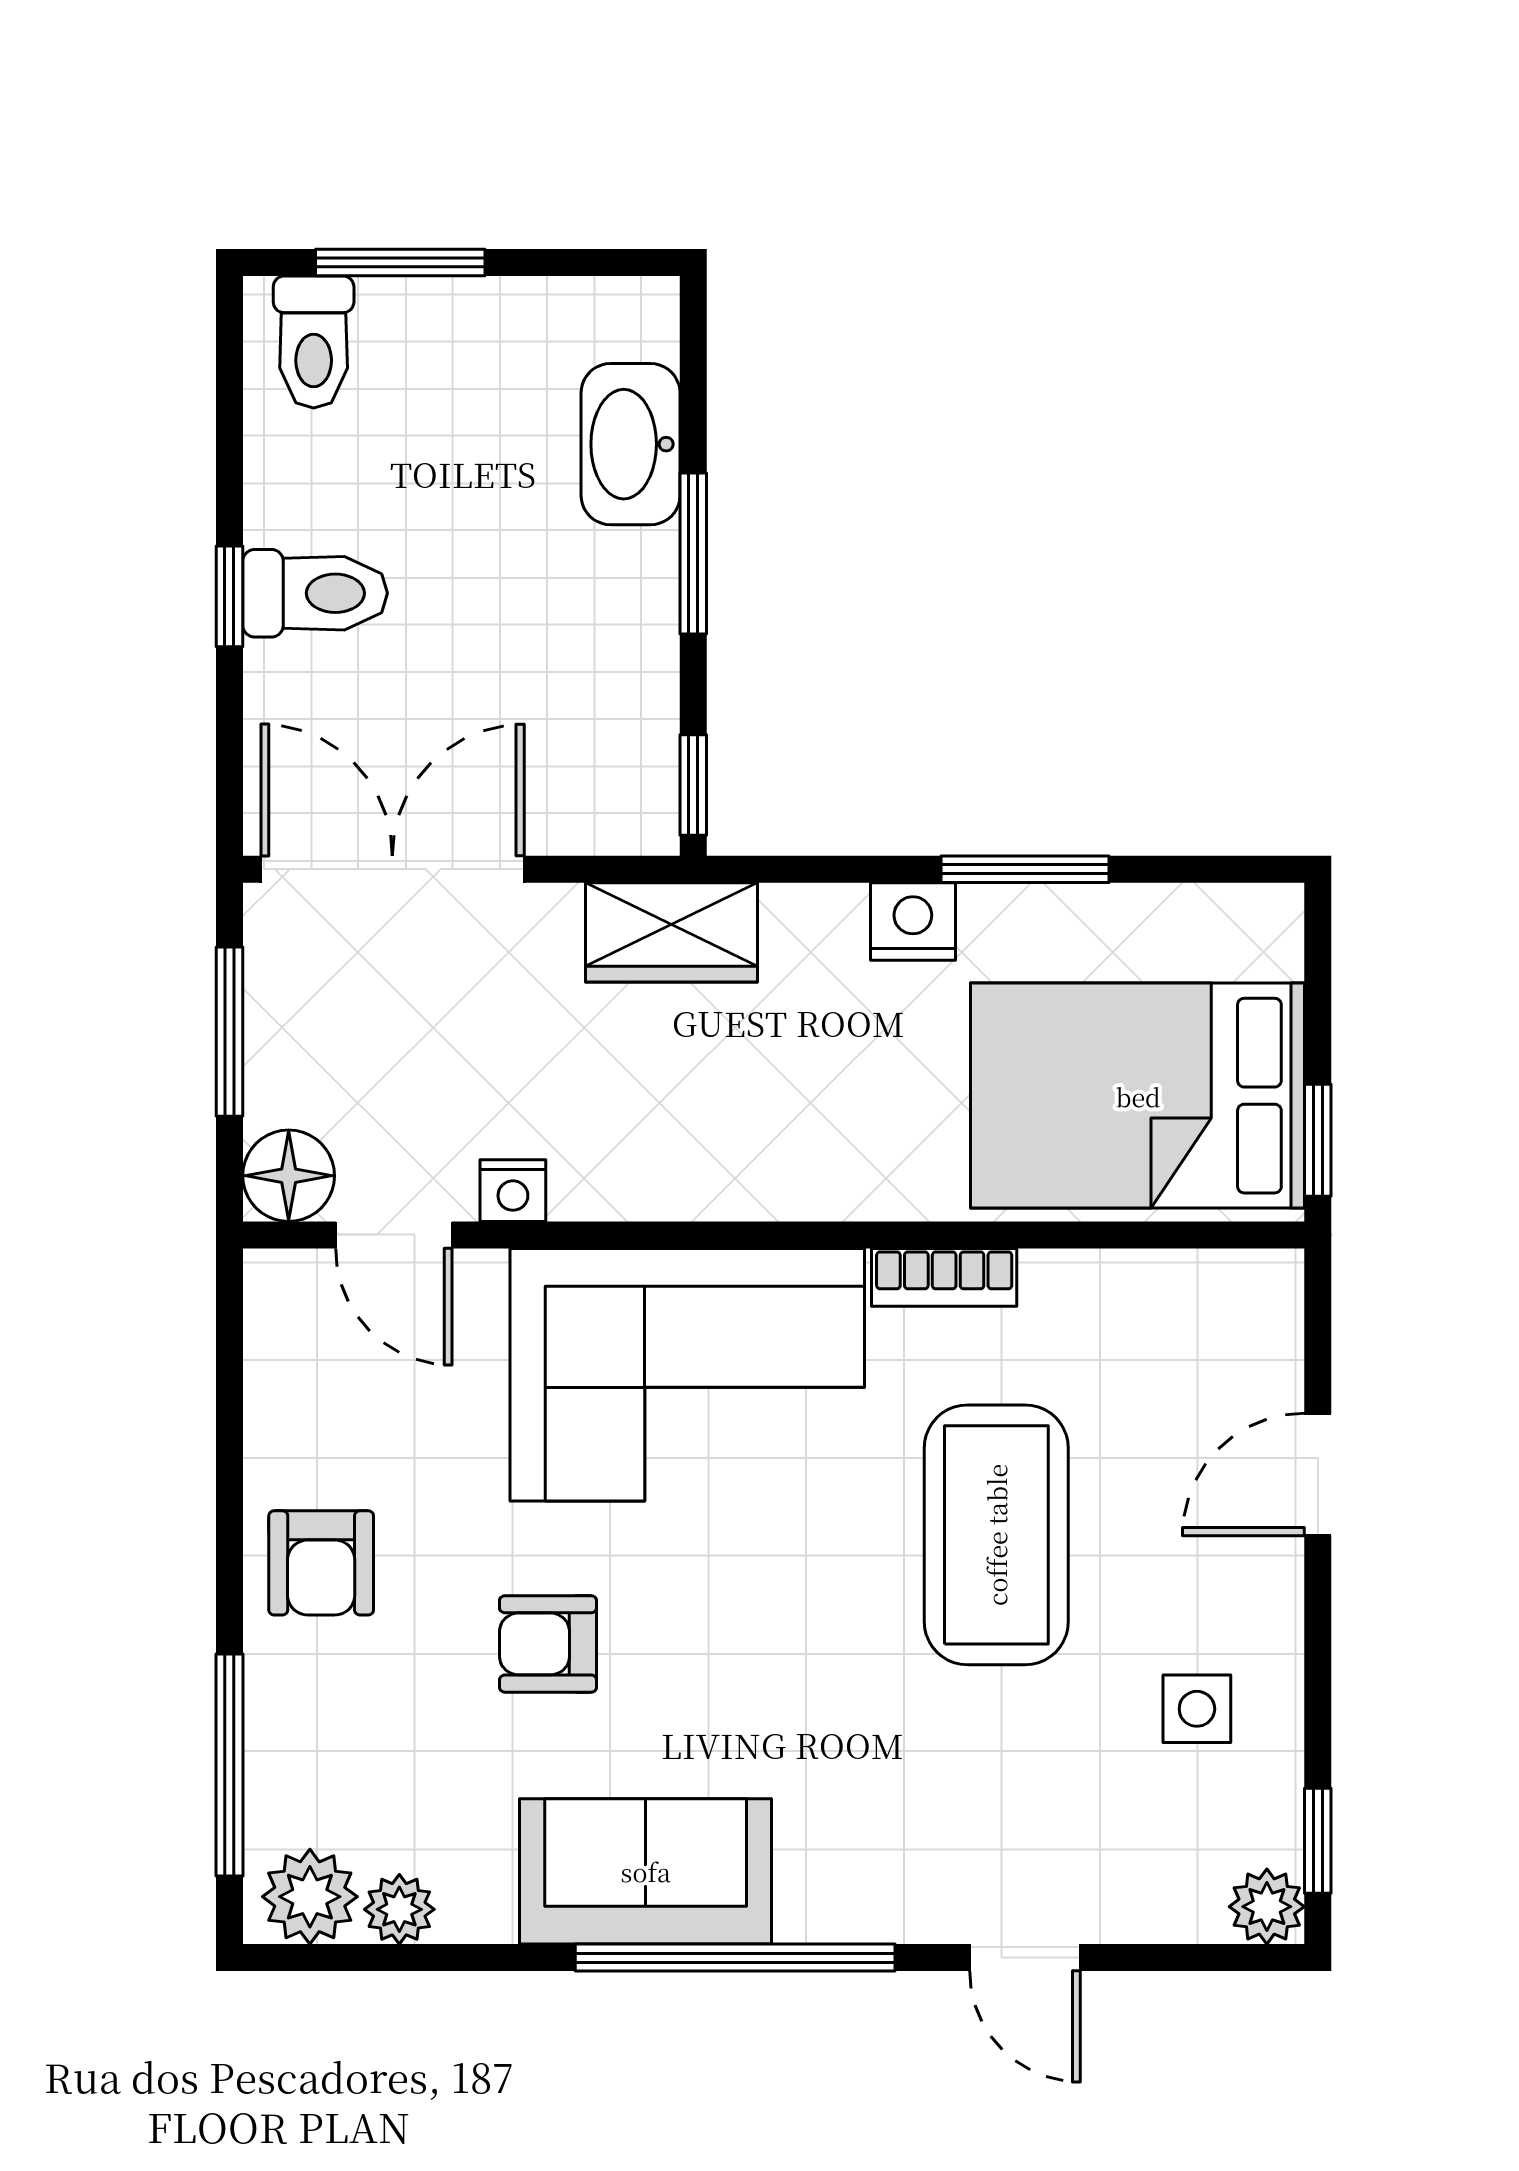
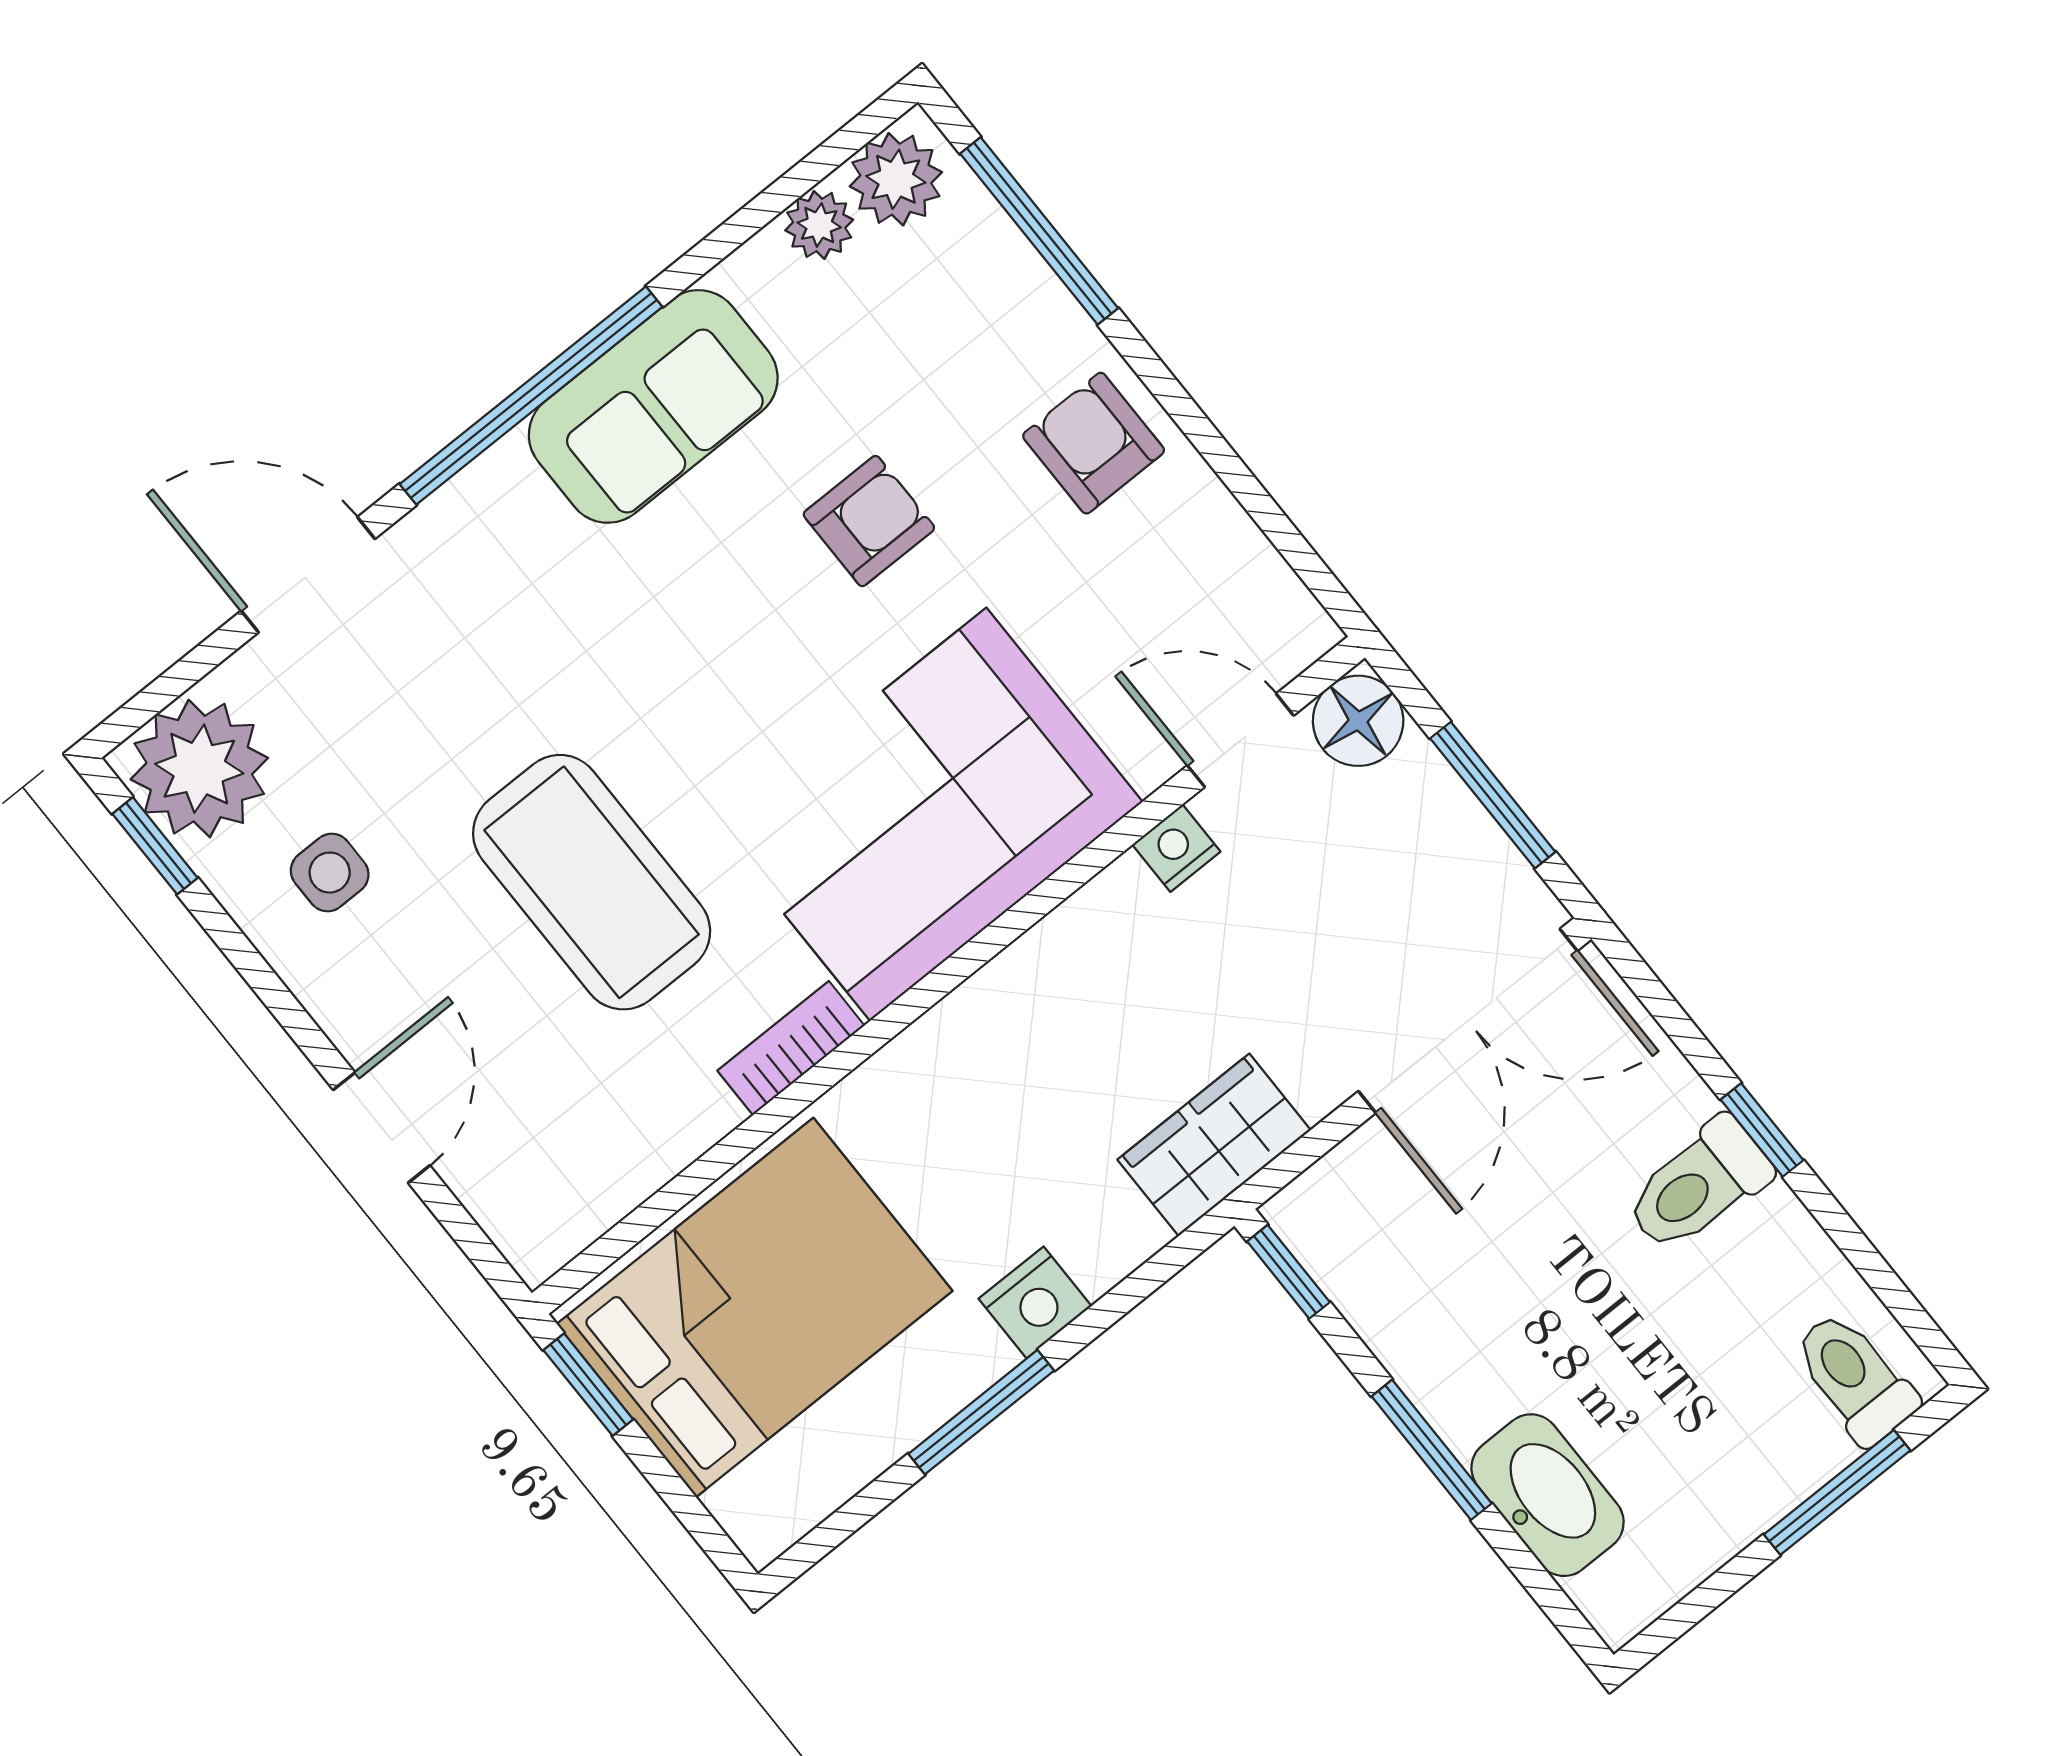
plant: (1267, 1907) -> (199, 769), width x1.88, depth x1.88
door: (1025, 1958) -> (308, 575), width x1.37

